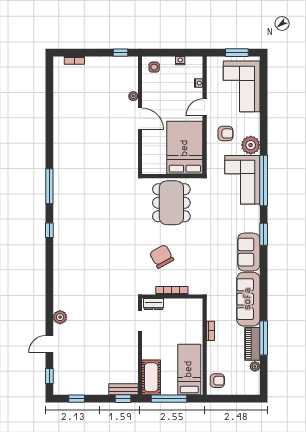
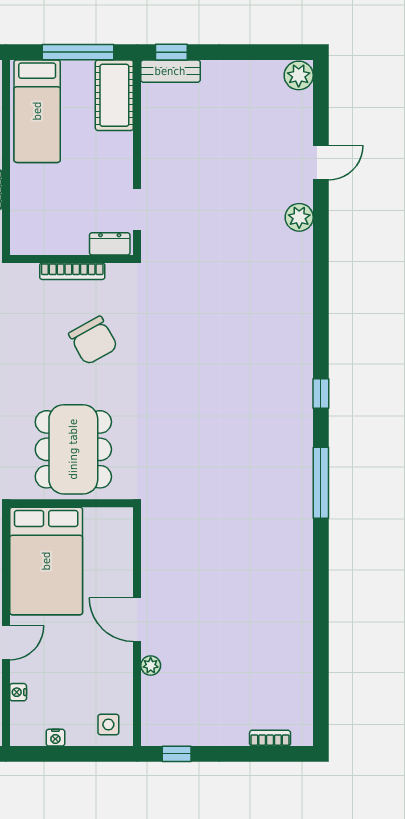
window: (49, 376) -> (321, 98), removed
plant: (60, 387) -> (299, 75), added
window: (77, 399) -> (266, 52), removed

